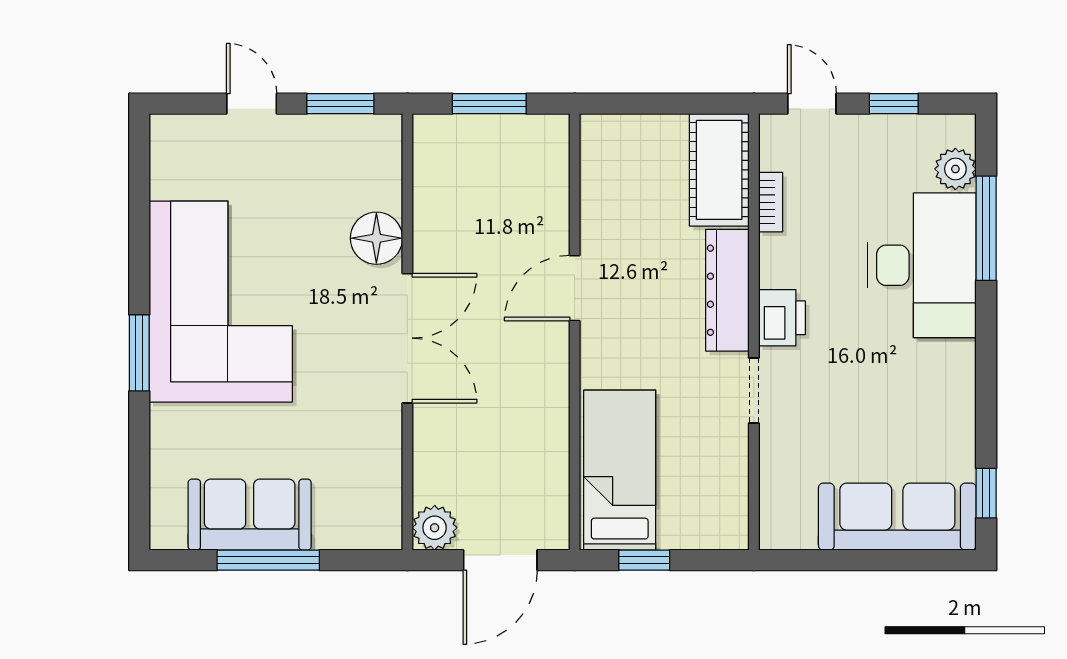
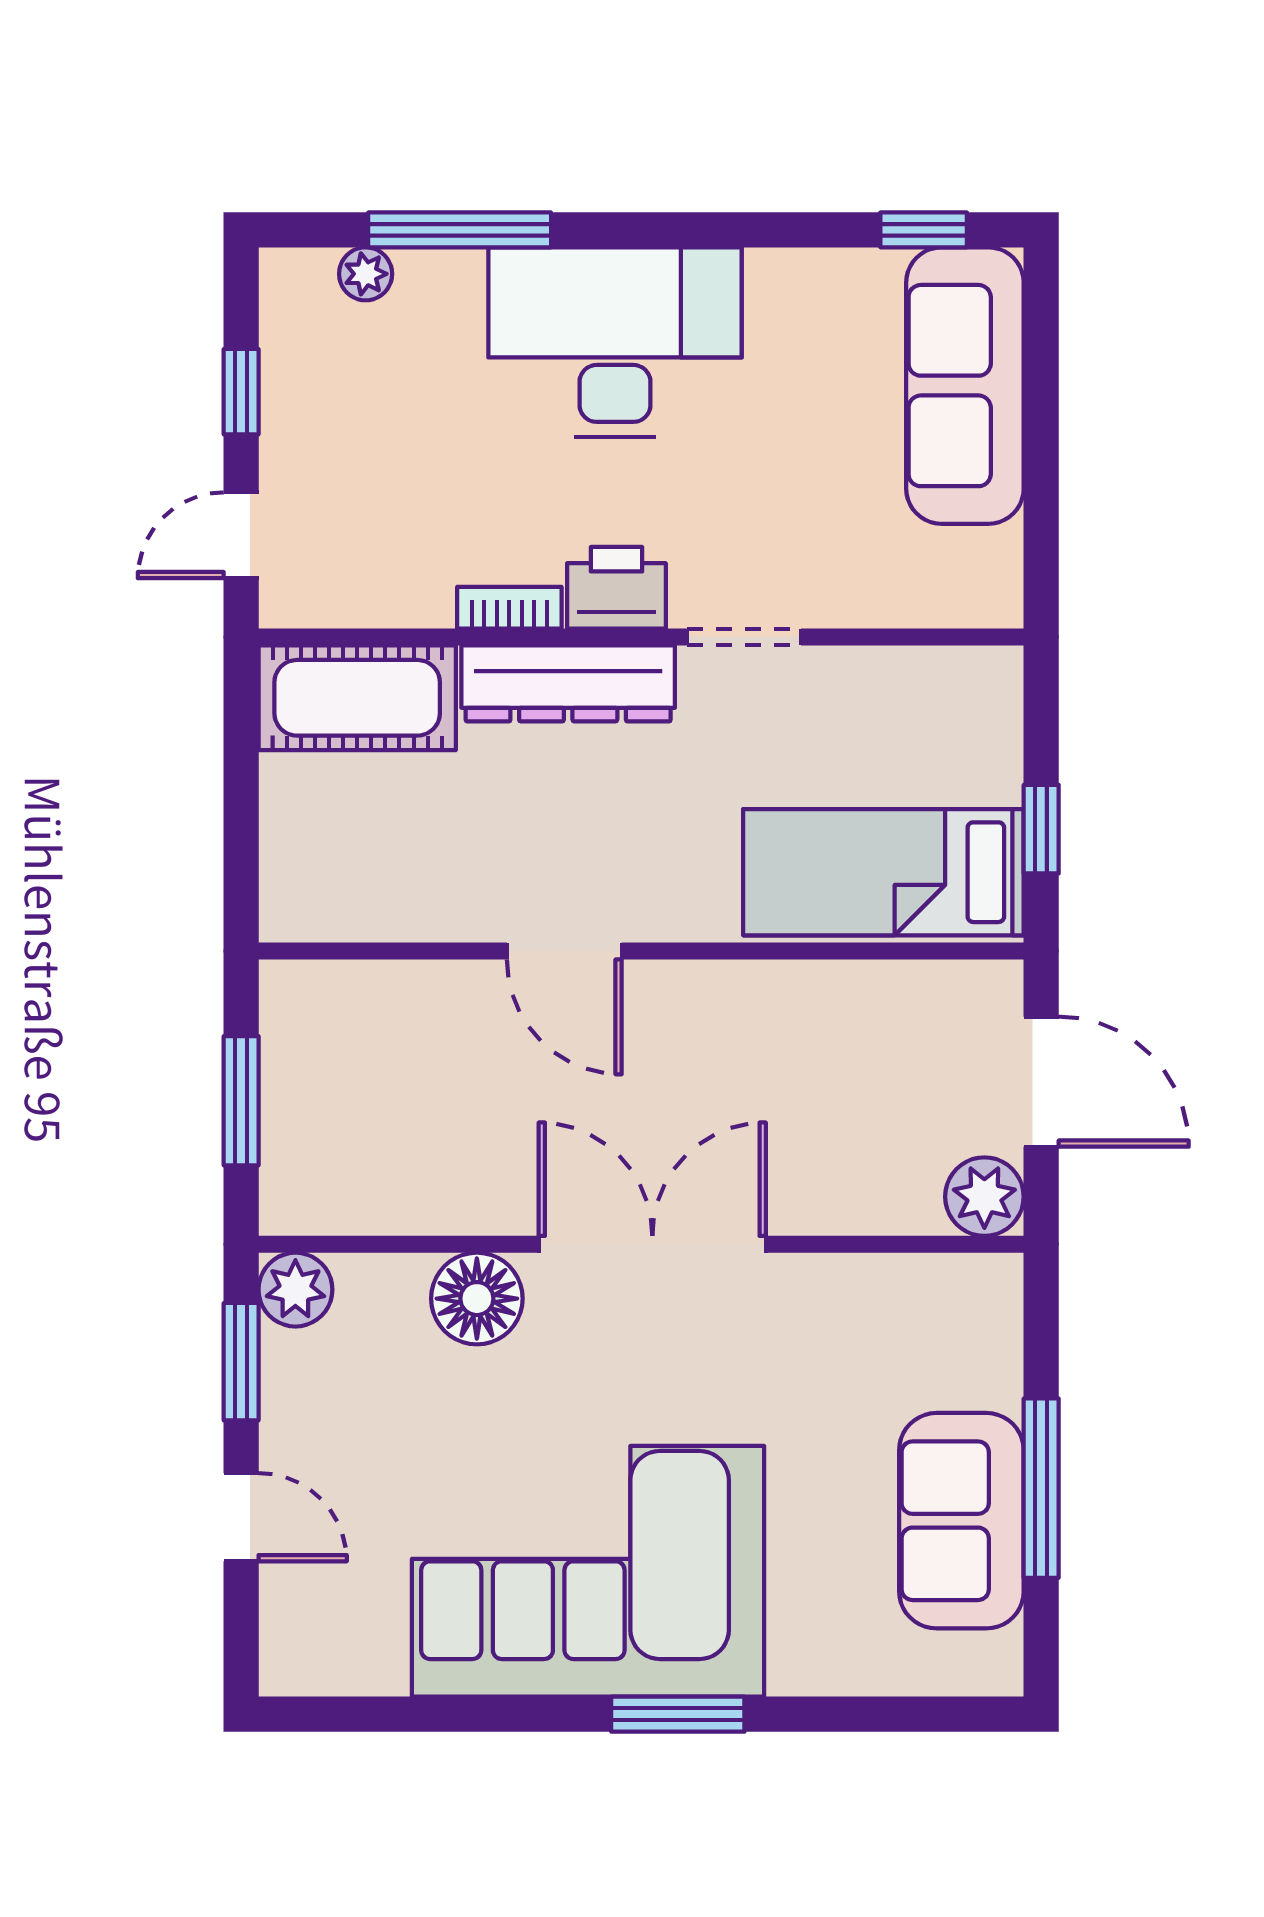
door: (252, 104) -> (241, 1517), swing flipped
plant: (382, 135) -> (295, 1290), added
plant: (955, 169) -> (366, 274), width x0.73, depth x0.73
bookcase: (771, 202) -> (509, 608), moved
desk: (922, 265) -> (615, 342), moved

